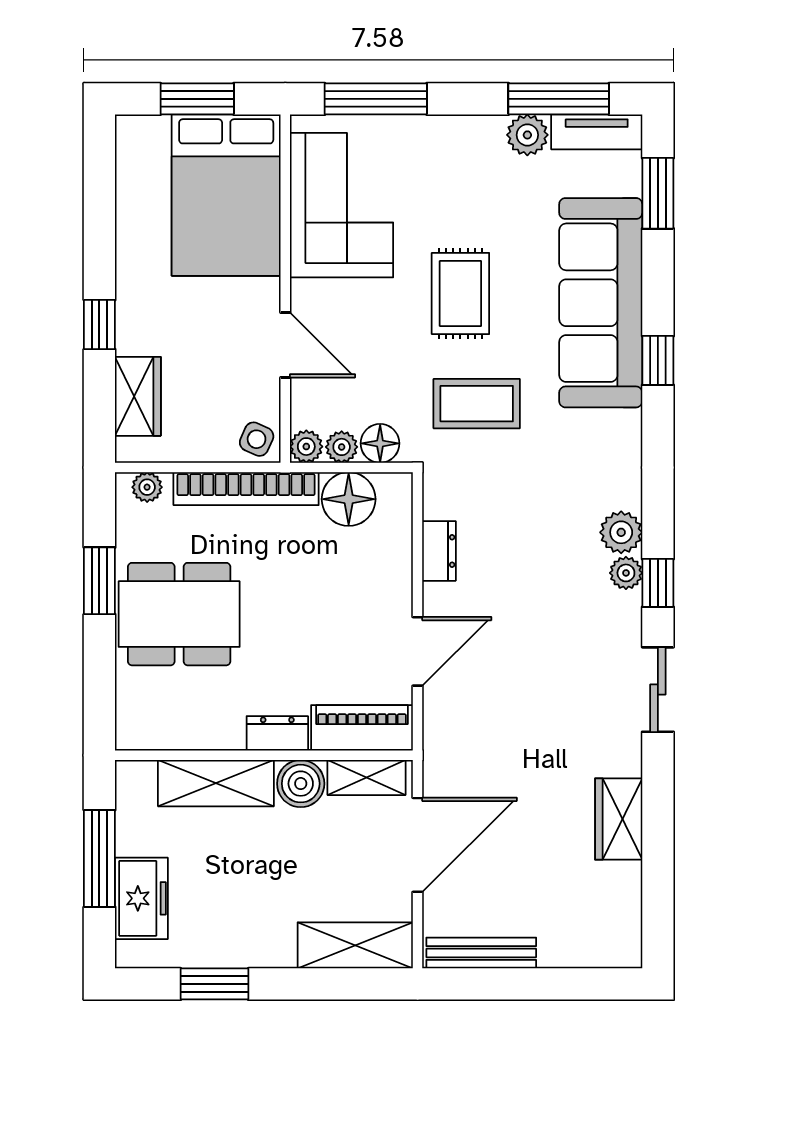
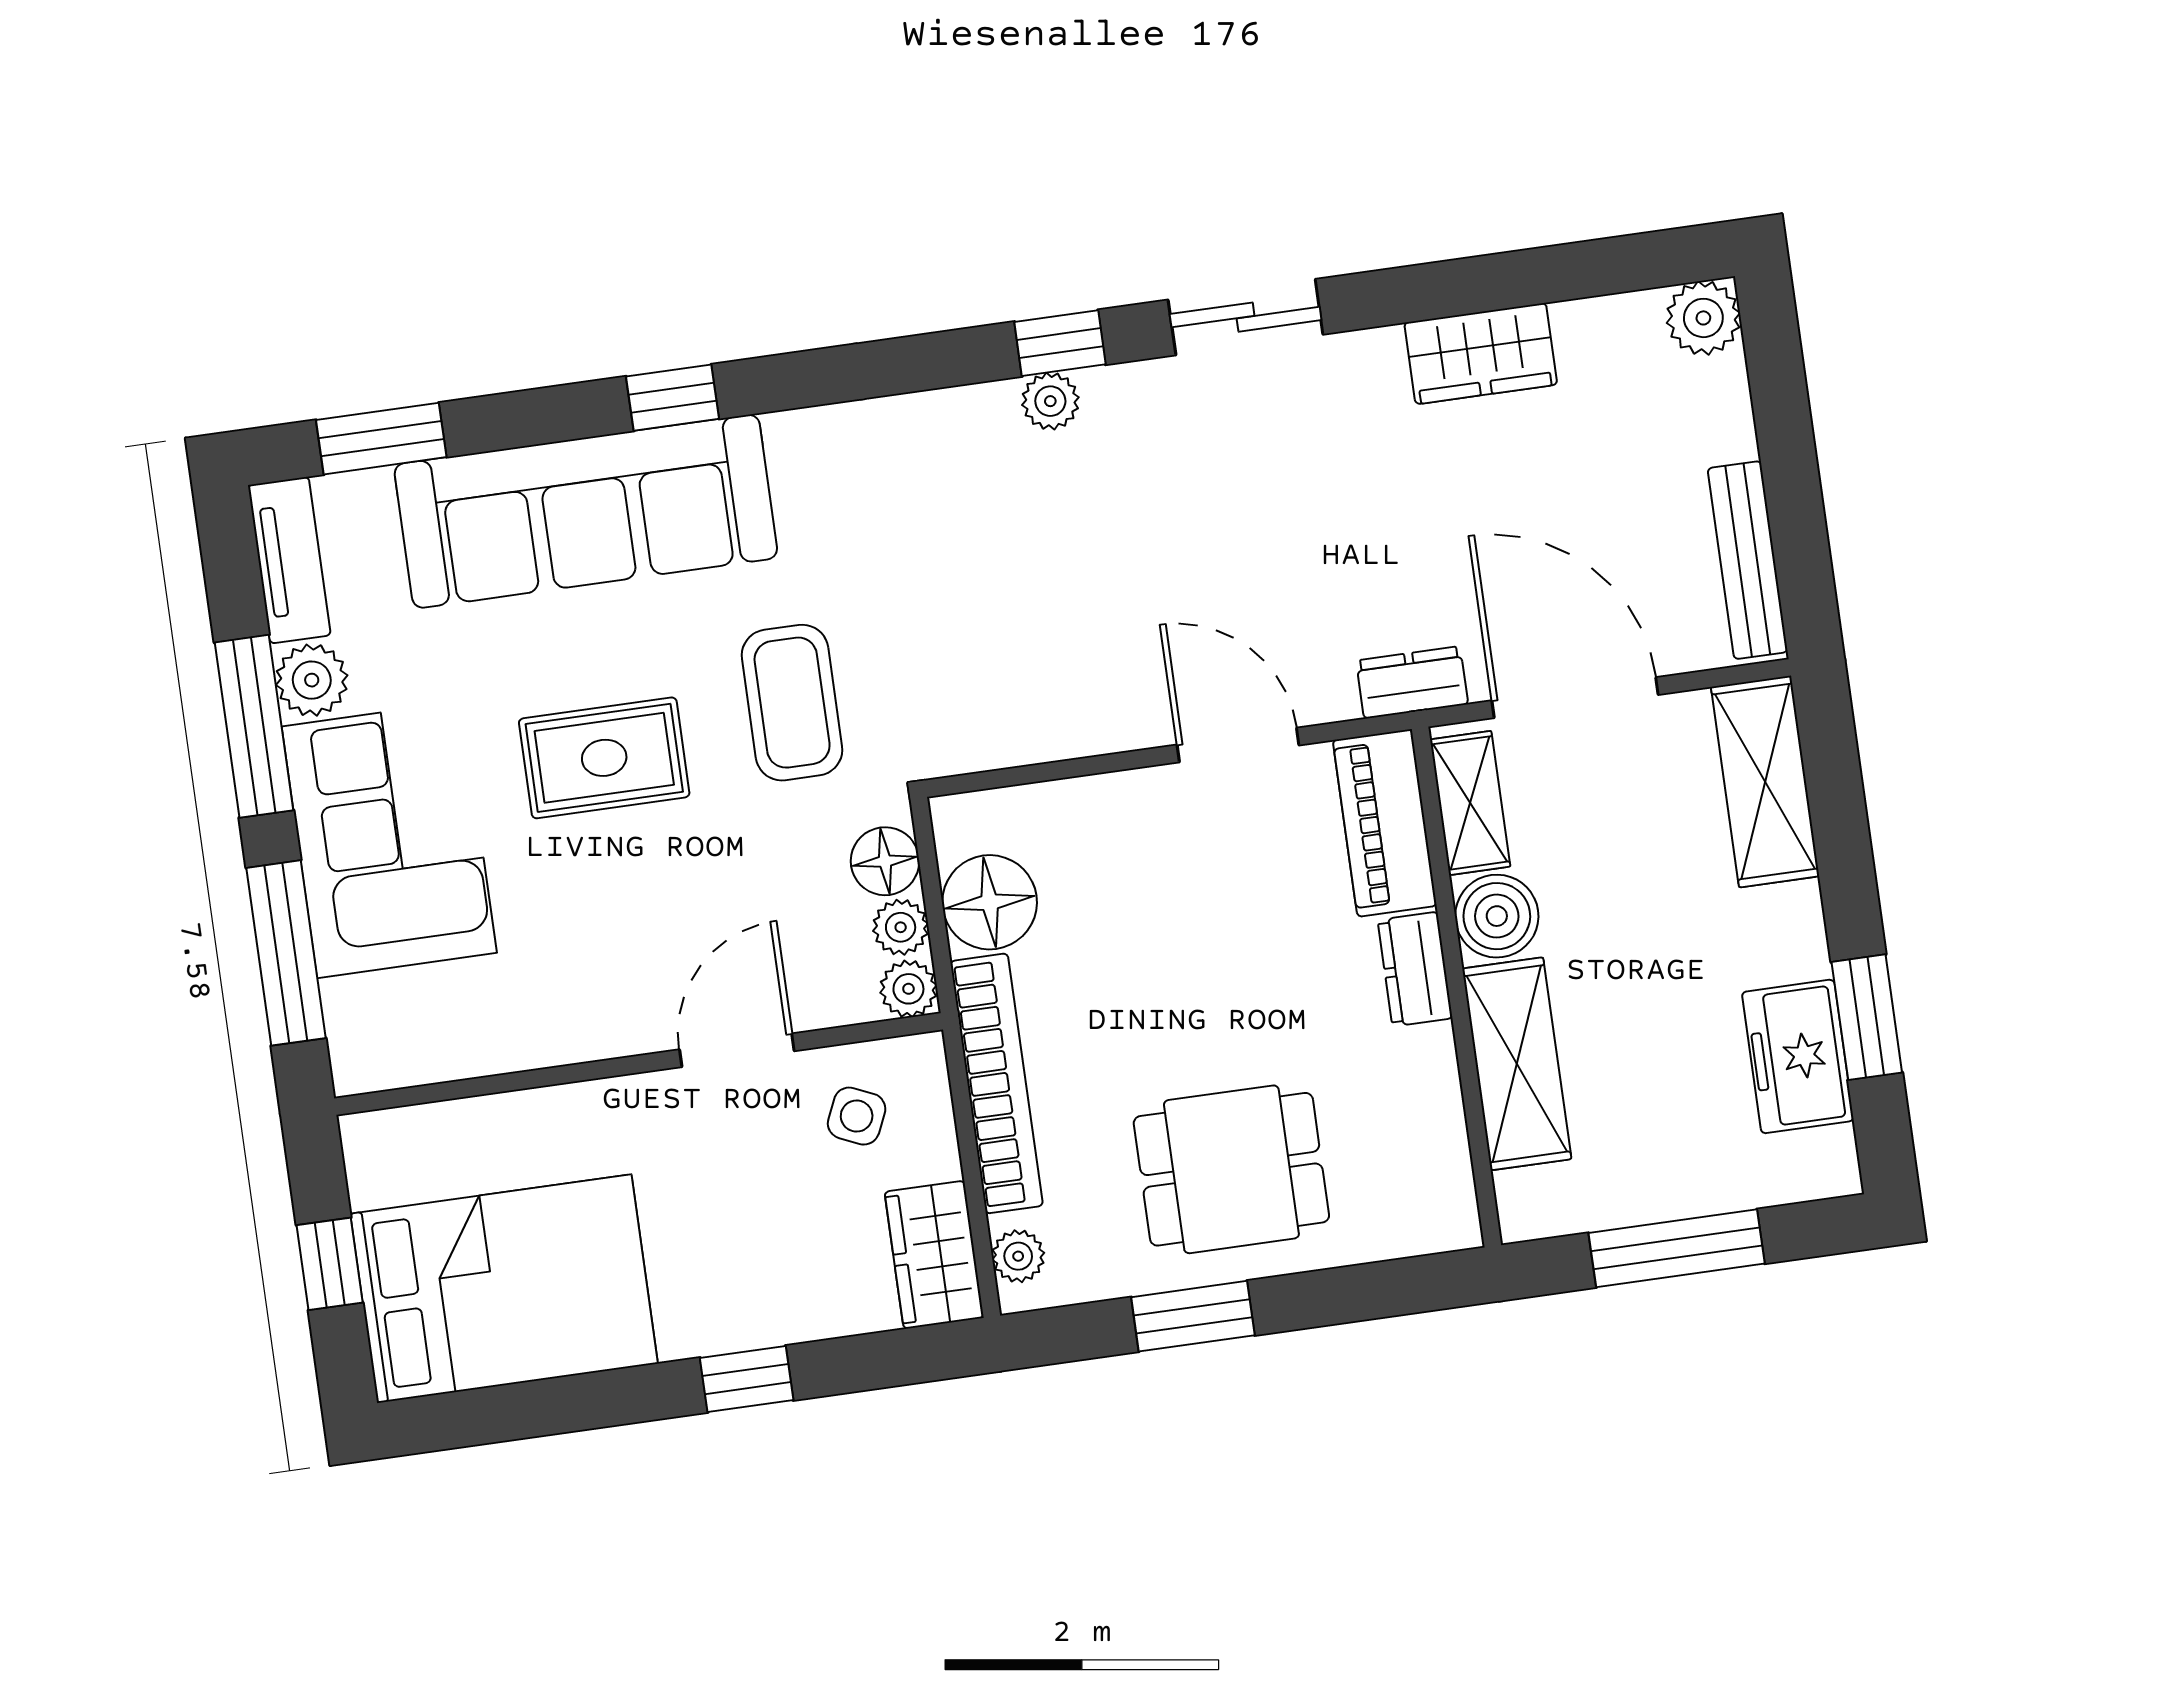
window: (197, 99) -> (330, 1264), width x0.67
window: (559, 99) -> (254, 726), moved
bed: (226, 195) -> (504, 1289), moved
corner sofa: (342, 205) -> (389, 840), moved, turned 90
wardrobe: (138, 396) -> (934, 1255), moved, turned -90
side table: (257, 439) -> (857, 1116), moved
plant: (621, 532) -> (1703, 318), moved
dresser: (439, 551) -> (1412, 682), moved
dining table: (179, 614) -> (1231, 1169), width x0.73
freezer: (141, 898) -> (1798, 1056), moved, turned -90

